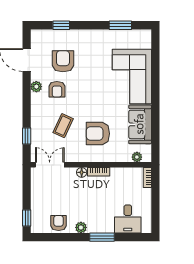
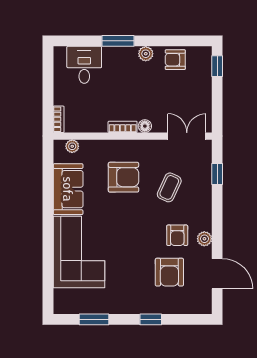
window: (61, 25) -> (151, 319), moved
armchair: (57, 89) -> (177, 235), turned 180
double door: (50, 165) -> (187, 136), swing flipped
armchair: (59, 223) -> (175, 60), turned 90

